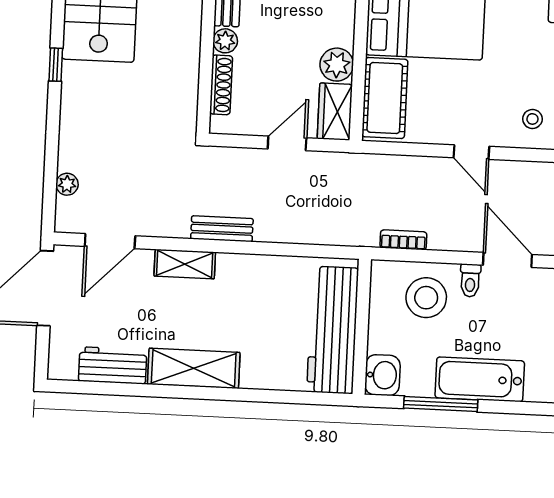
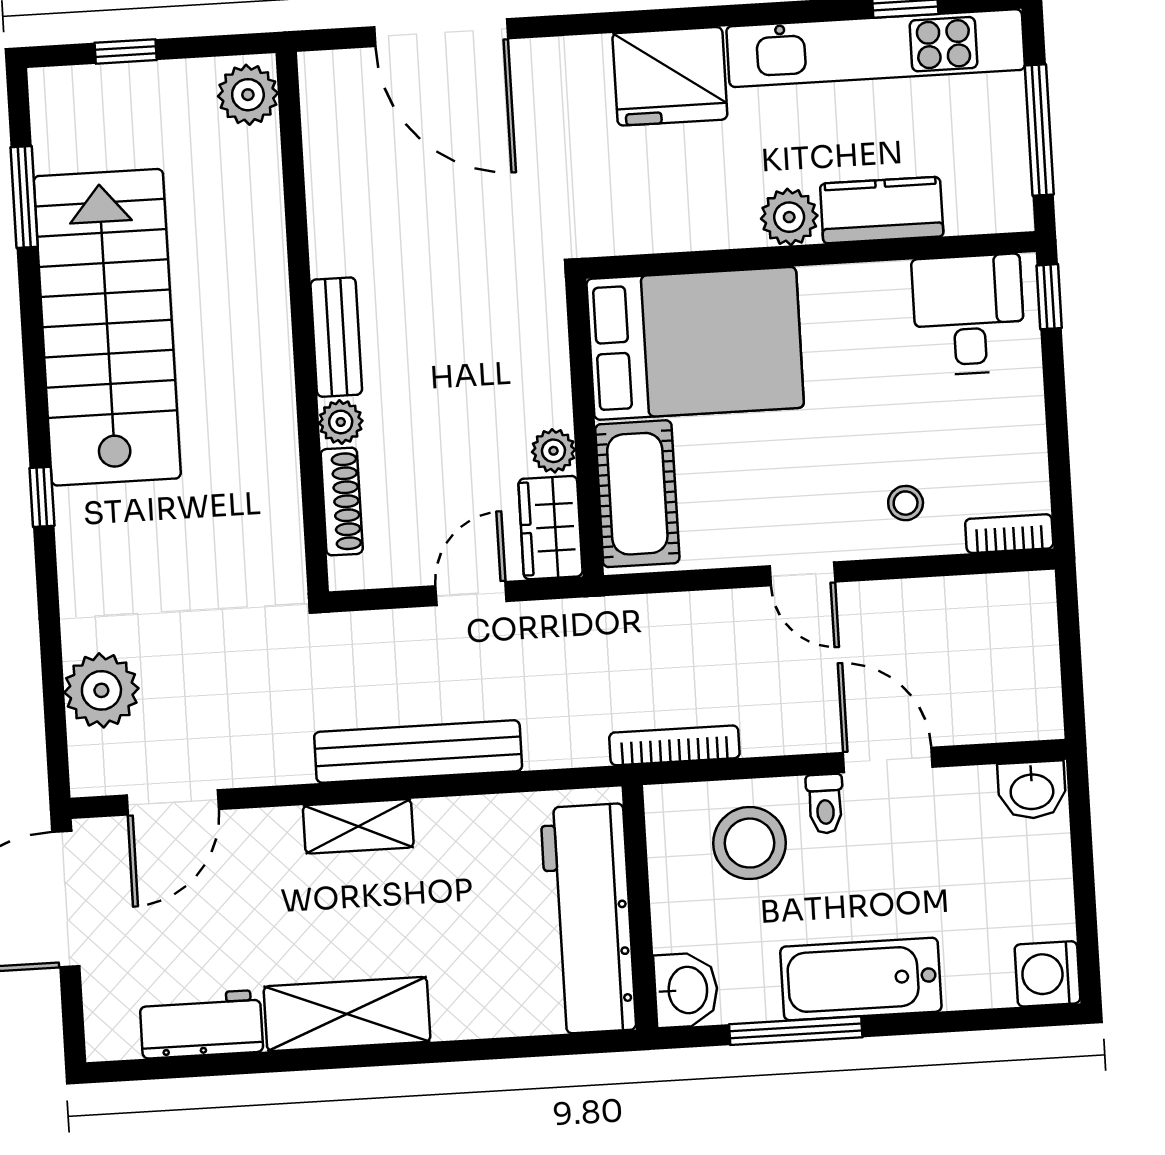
plant: (337, 65) -> (553, 451), width x0.73, depth x0.73
plant: (67, 184) -> (101, 690), width x1.87, depth x1.87
bench: (222, 229) -> (418, 752), width x1.86, depth x1.21
bookcase: (403, 240) -> (674, 745), width x1.56
shelving: (185, 264) -> (358, 826), moved

